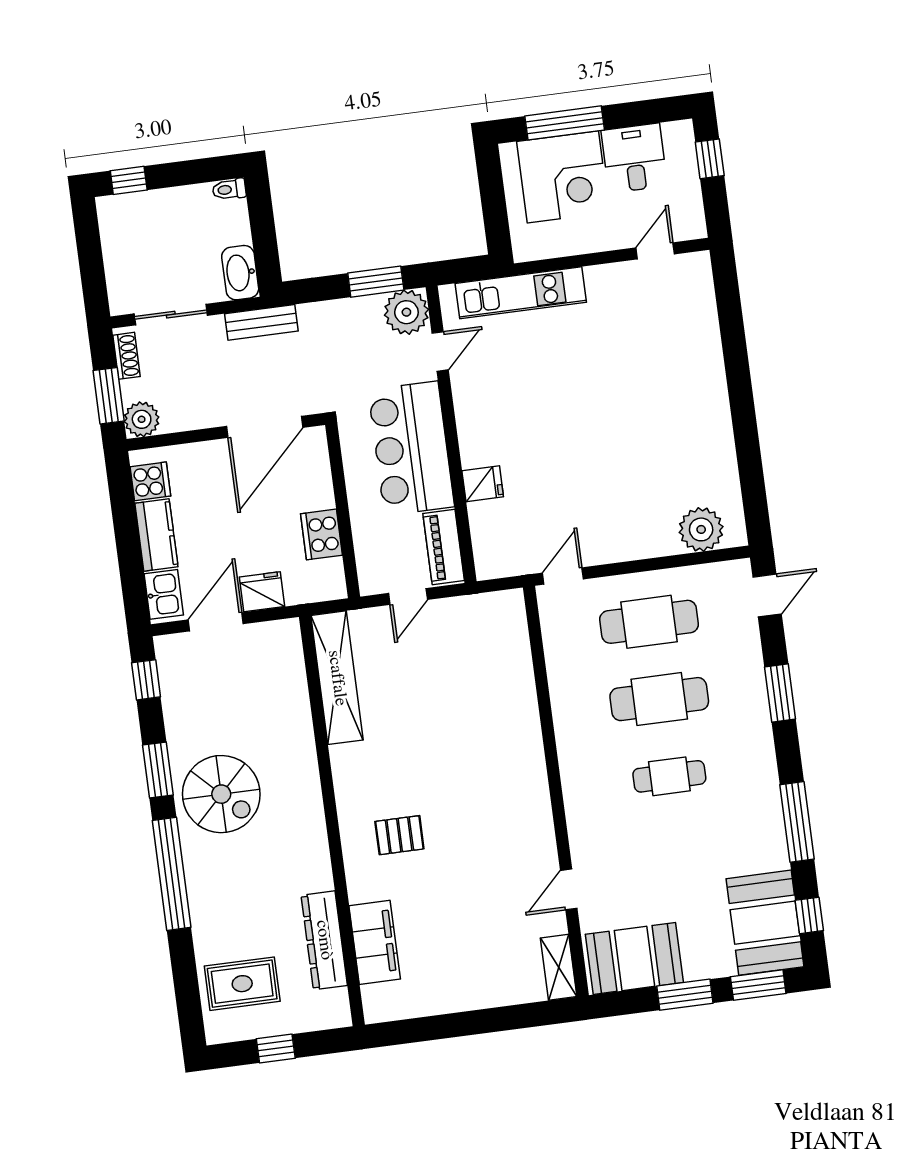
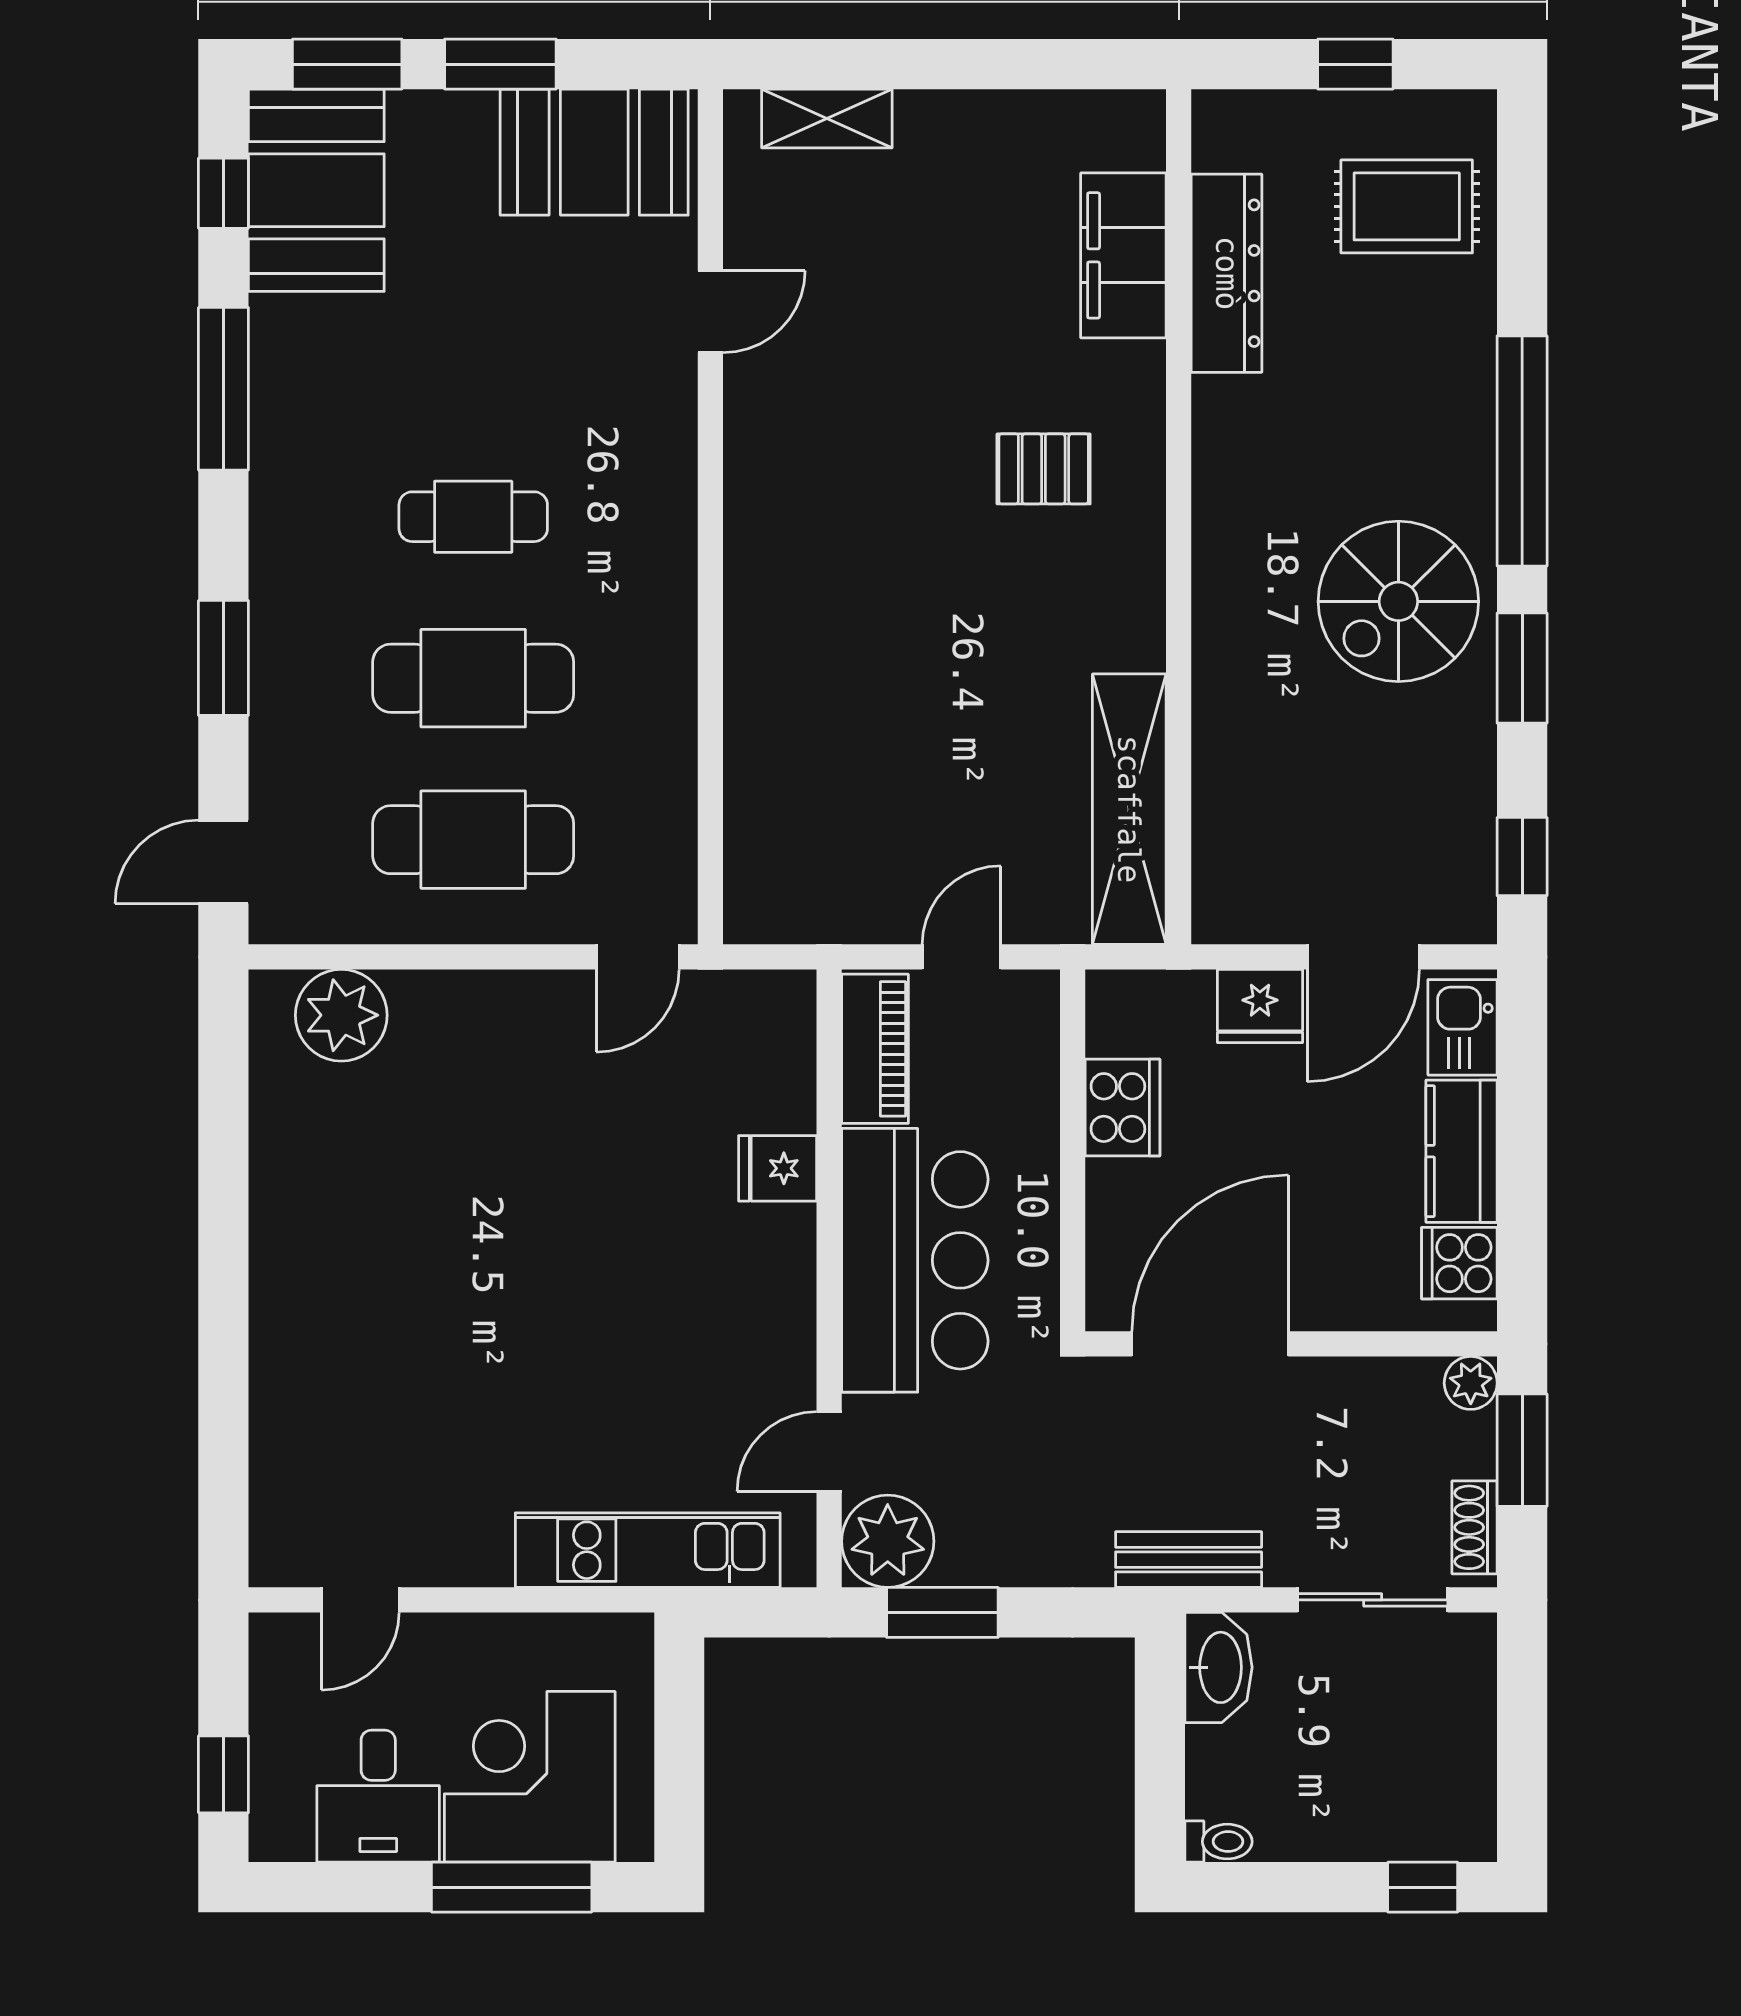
plant: (142, 419) -> (1471, 1383), width x0.73, depth x0.73
spiral stairs: (221, 794) -> (1398, 601), turned -90
shelving: (559, 967) -> (827, 118), moved, turned 90

